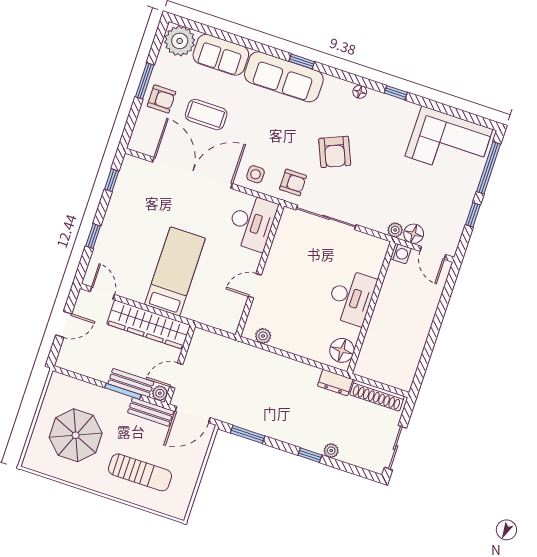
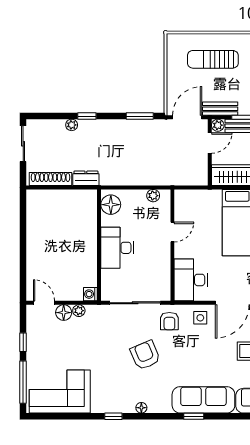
armchair: (293, 182) -> (169, 321), turned -90
washing machine: (401, 253) -> (90, 294), moved
desk: (351, 297) -> (117, 248), moved
wall: (371, 307) -> (99, 245), moved
floor lamp: (342, 350) -> (111, 205), moved

